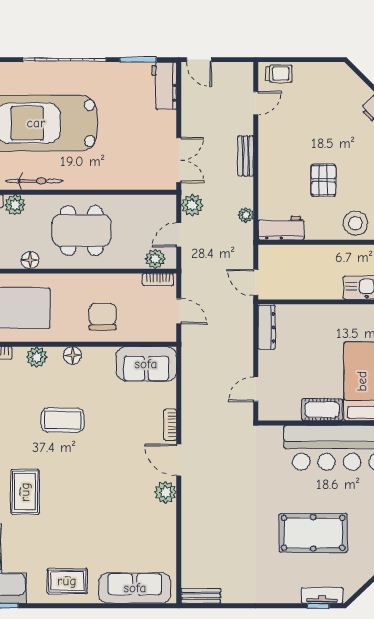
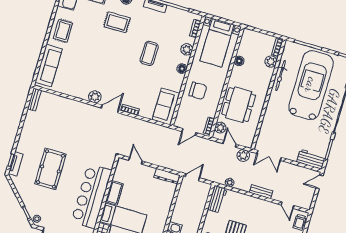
dining table: (82, 230) -> (239, 105), moved

